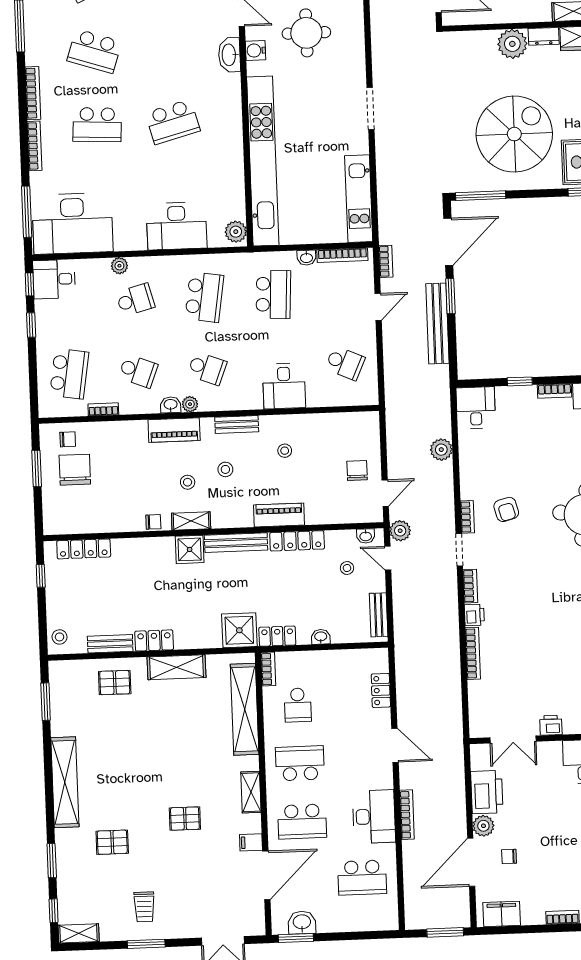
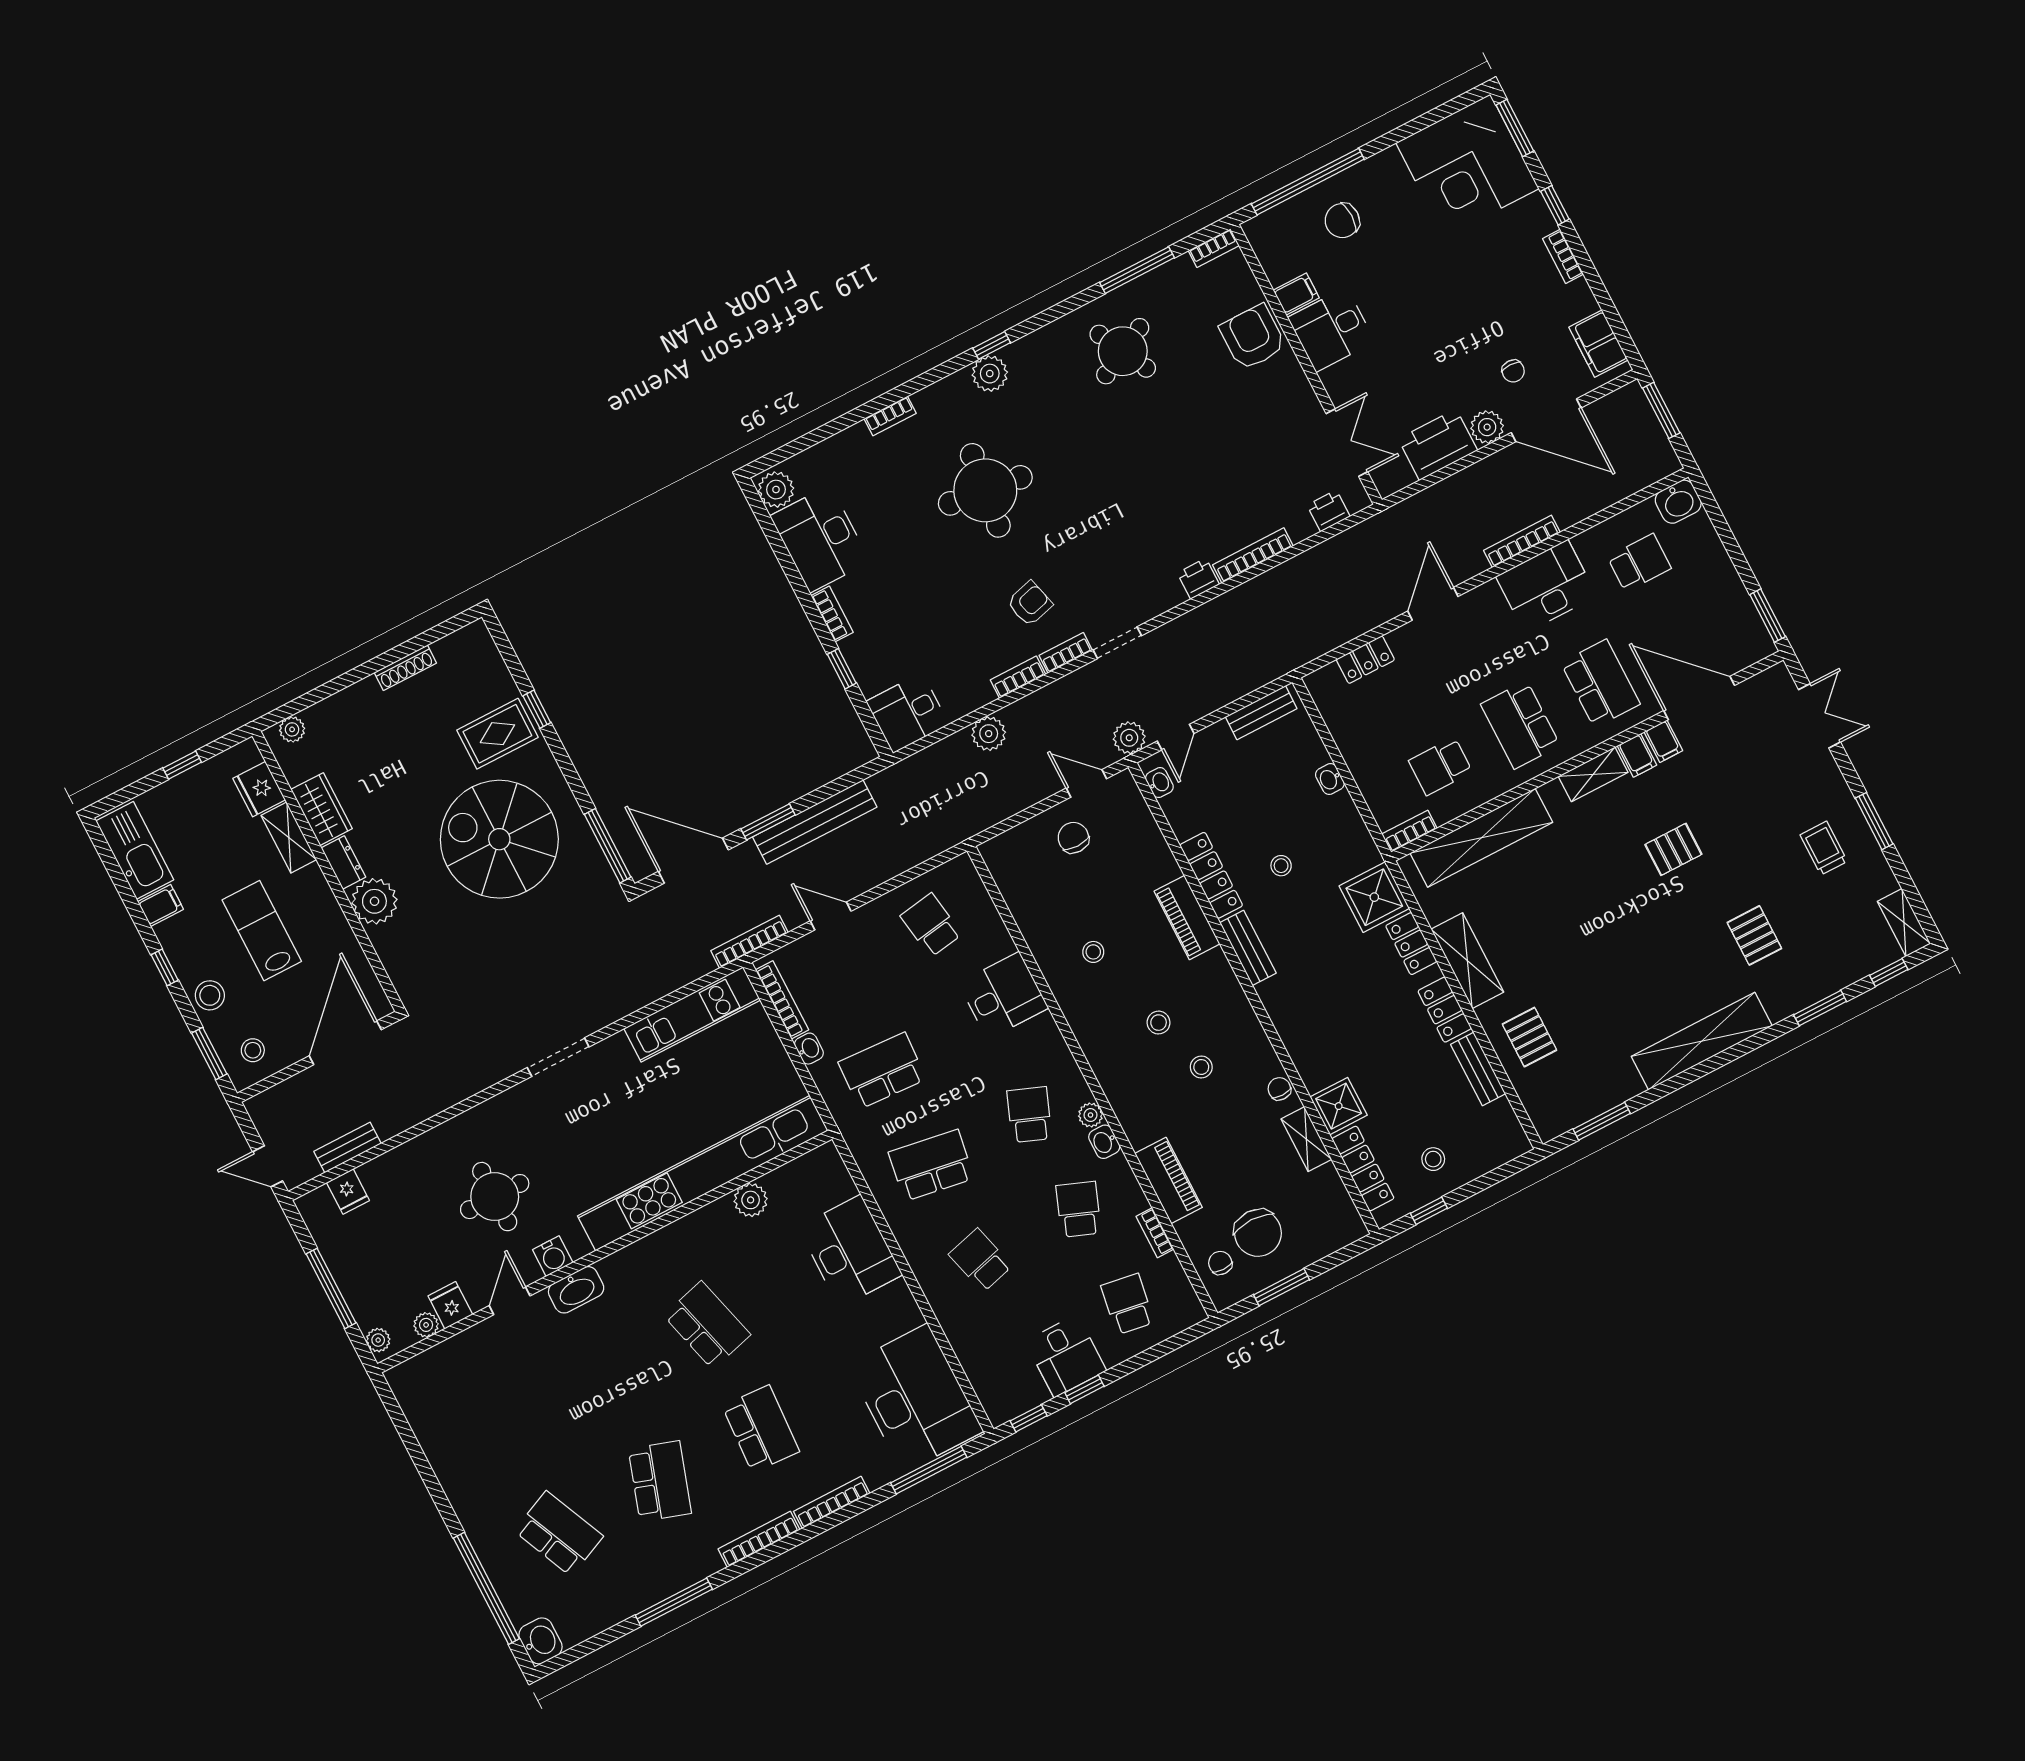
plant: (236, 232) -> (751, 1200), moved
bookcase: (386, 261) -> (750, 942), width x1.56
plant: (119, 266) -> (943, 1305), removed
desk: (54, 279) -> (1066, 1356), moved
school desk: (345, 363) -> (931, 925), turned -33
school desk: (69, 374) -> (1128, 1304), width x0.54
bench: (237, 425) -> (1088, 1036), removed
piano: (174, 430) -> (1169, 1180), moved
chair: (75, 470) -> (1258, 1233), turned -90
chair: (357, 471) -> (1073, 838), turned 90
shelving: (191, 521) -> (1306, 1139), moved
bench: (236, 543) -> (1248, 948), width x0.73
shower: (190, 549) -> (1339, 1106), moved
stool: (347, 568) -> (1281, 866), moved
bookcase: (470, 586) -> (1018, 677), moved
locker: (277, 636) -> (1411, 944), moved
stool: (60, 637) -> (1433, 1159), moved
school desk: (298, 705) -> (1440, 766), turned 180
printer: (551, 725) -> (1329, 511), moved, turned 90
pallet: (185, 819) -> (1673, 849), turned 90
filing cabinet: (250, 823) -> (1637, 755), added
school desk: (362, 878) -> (1639, 563), width x0.54
trolley: (144, 907) -> (1824, 848), turned -90
washbasin: (302, 922) -> (1678, 502), moved, turned -90

